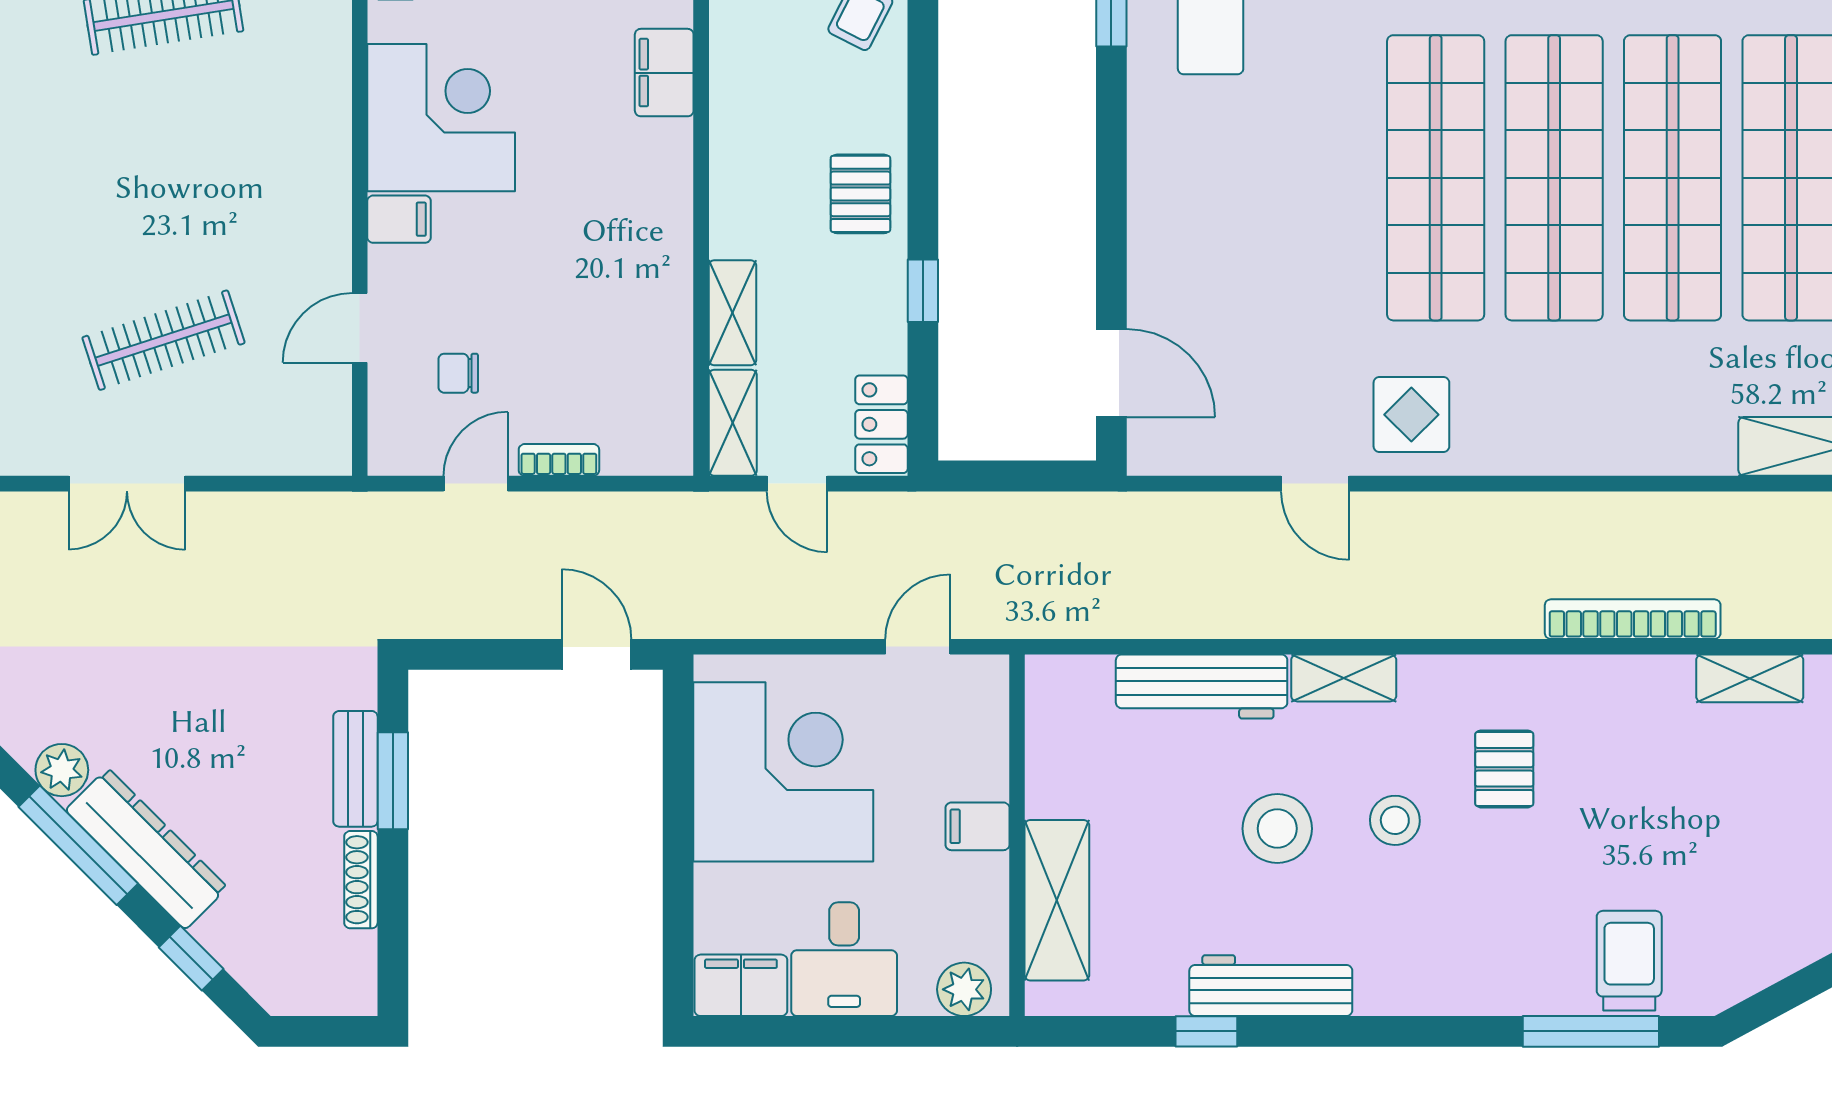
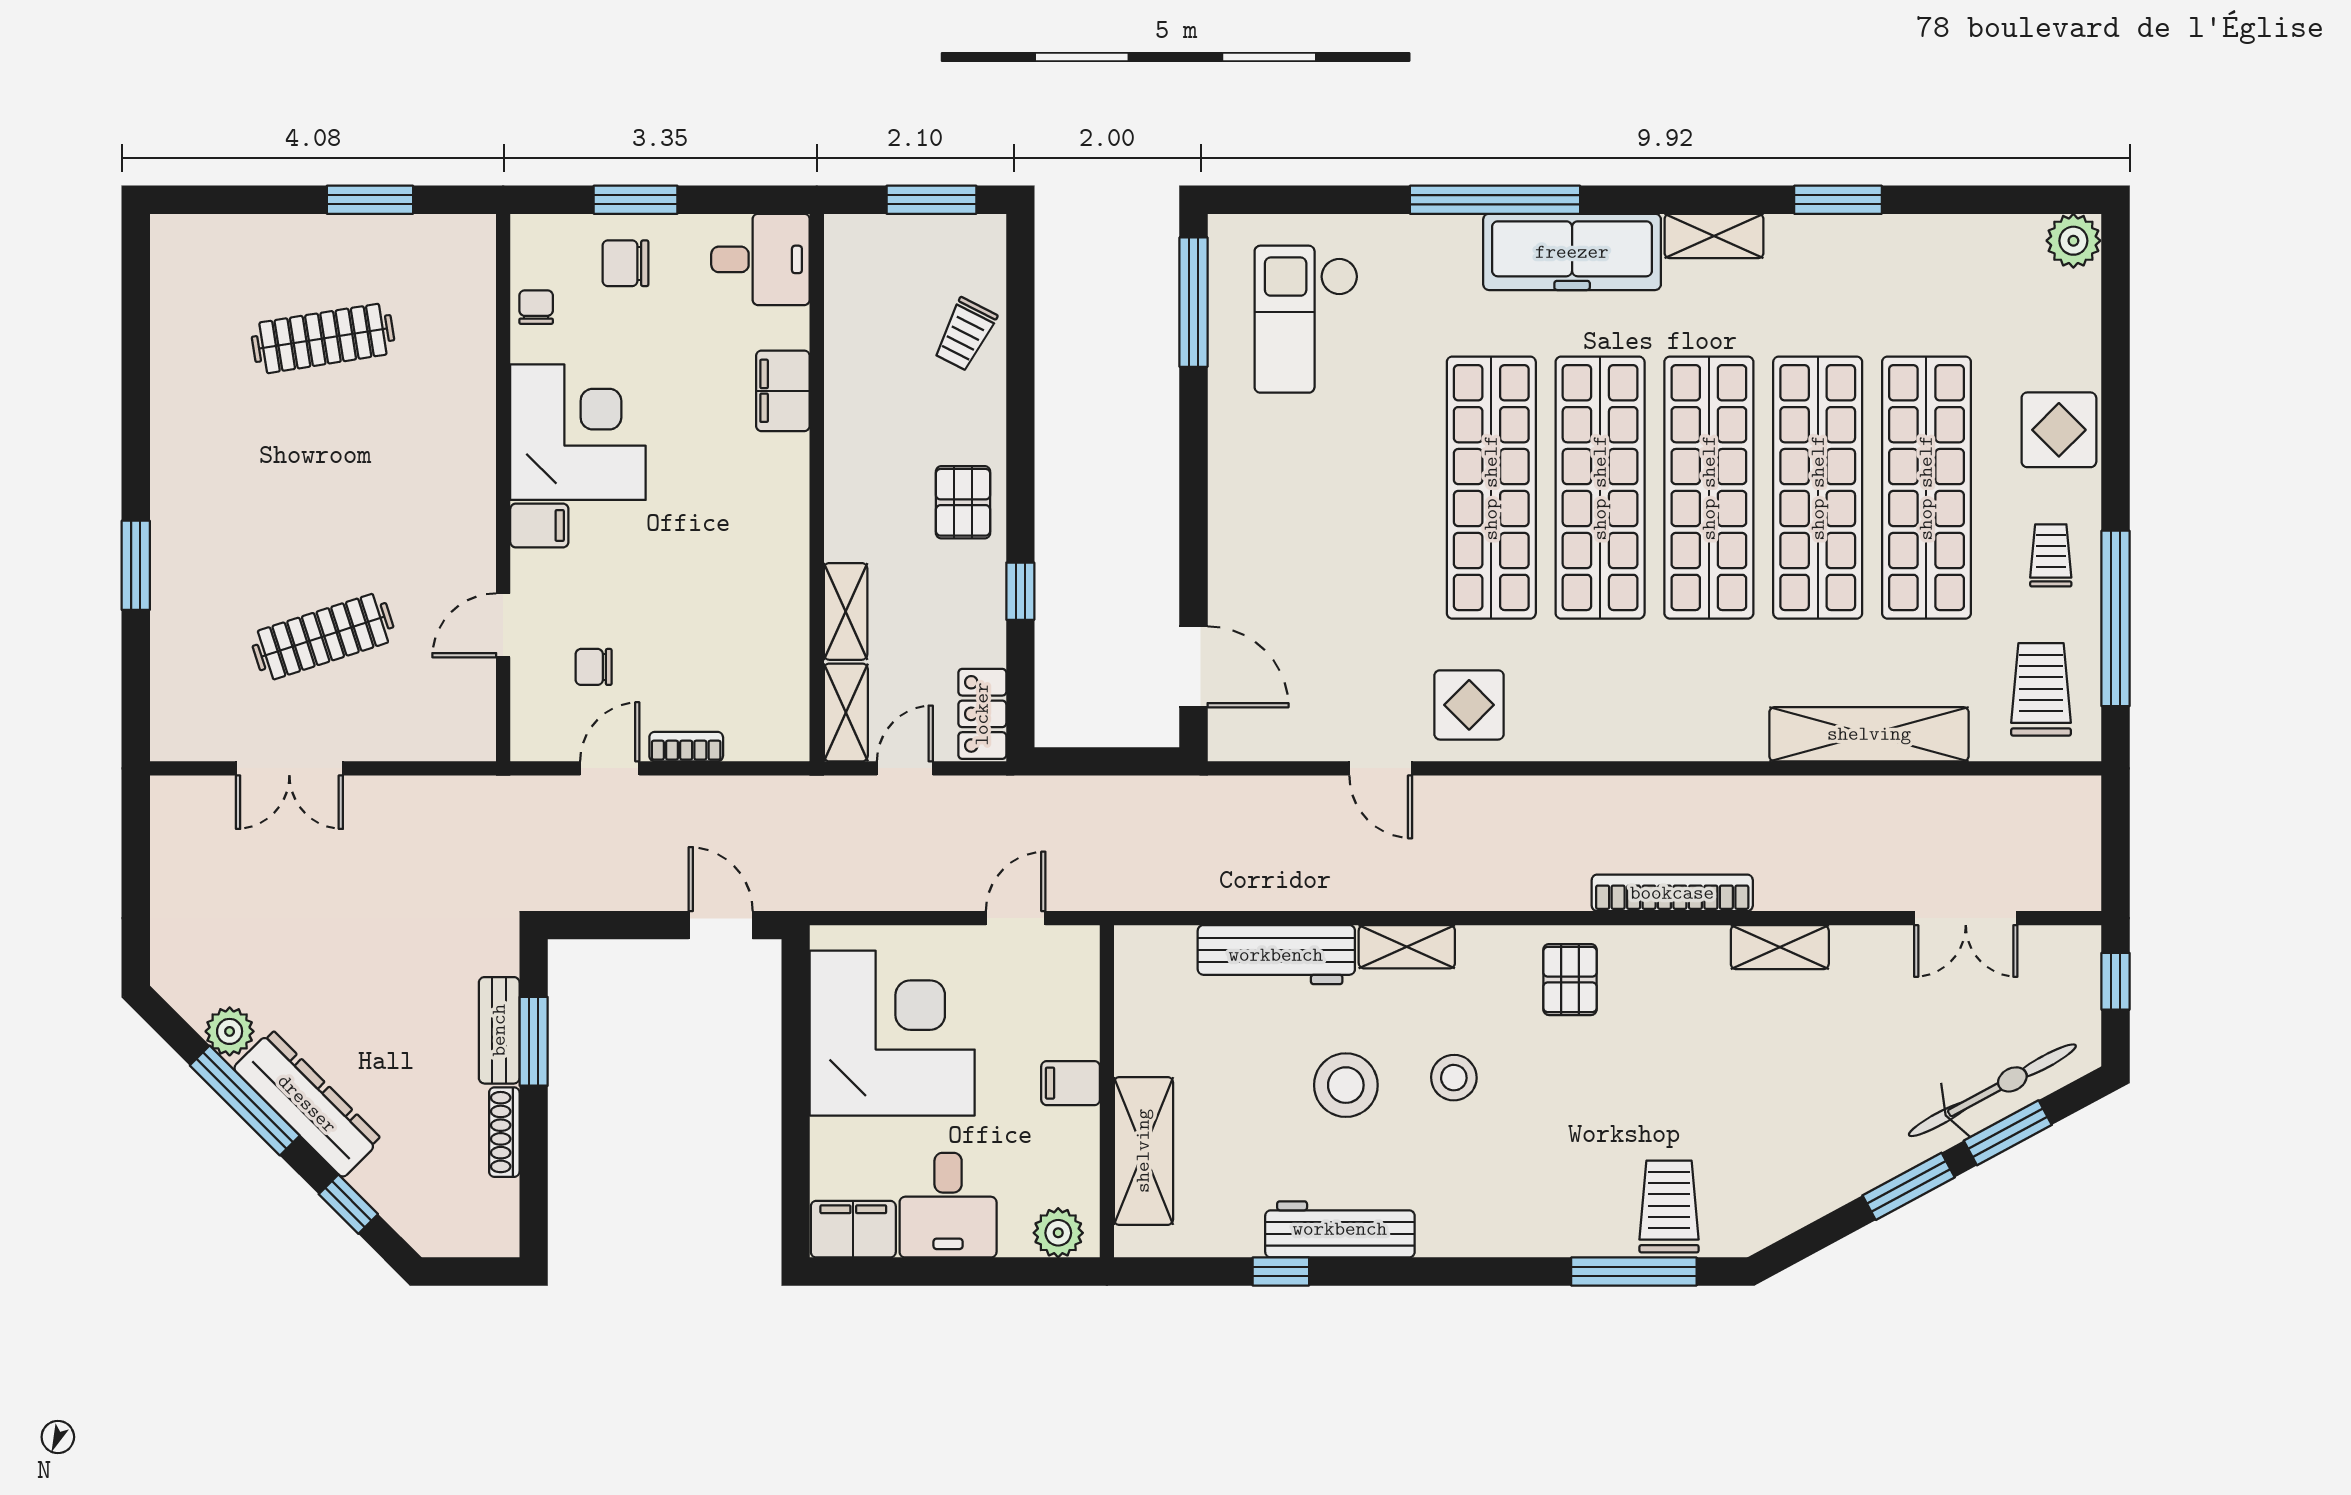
door: (797, 484) -> (905, 768), swing flipped
pallet: (1504, 769) -> (1570, 980), moved

